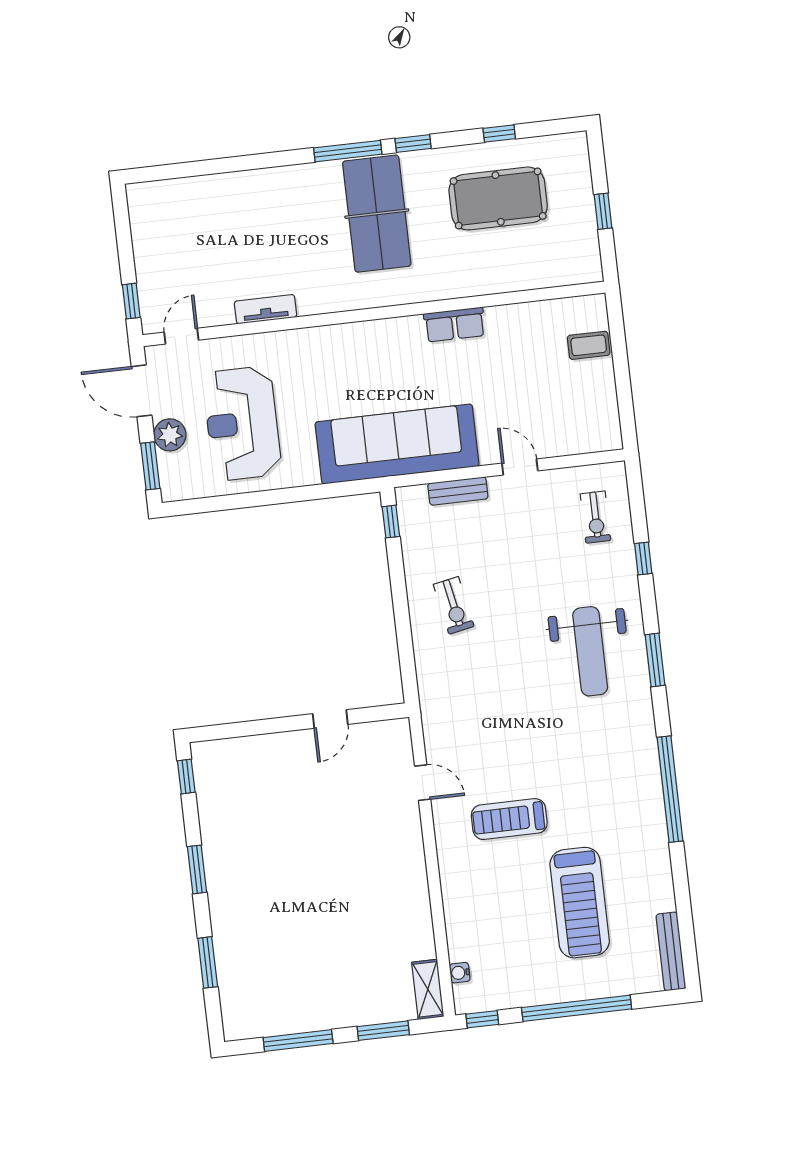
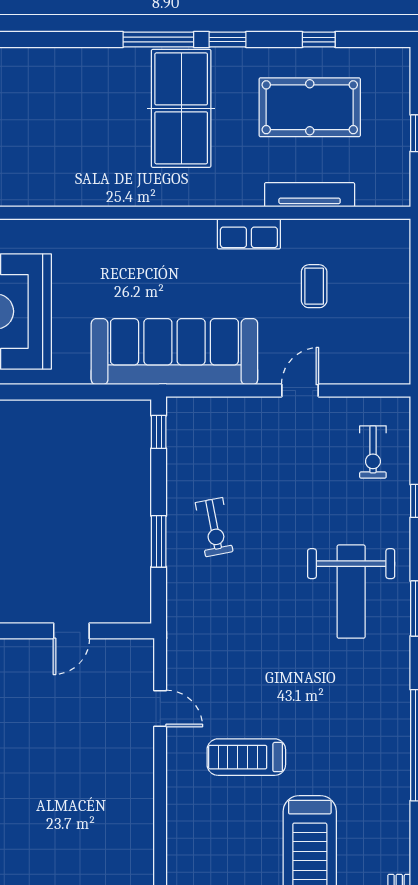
tv unit: (266, 309) -> (310, 195), moved, width x1.41
coffee table: (589, 345) -> (314, 286), moved, turned 90
door: (520, 467) -> (300, 391), hinge flipped
bench: (458, 491) -> (232, 408), removed
window: (403, 625) -> (159, 541), added

